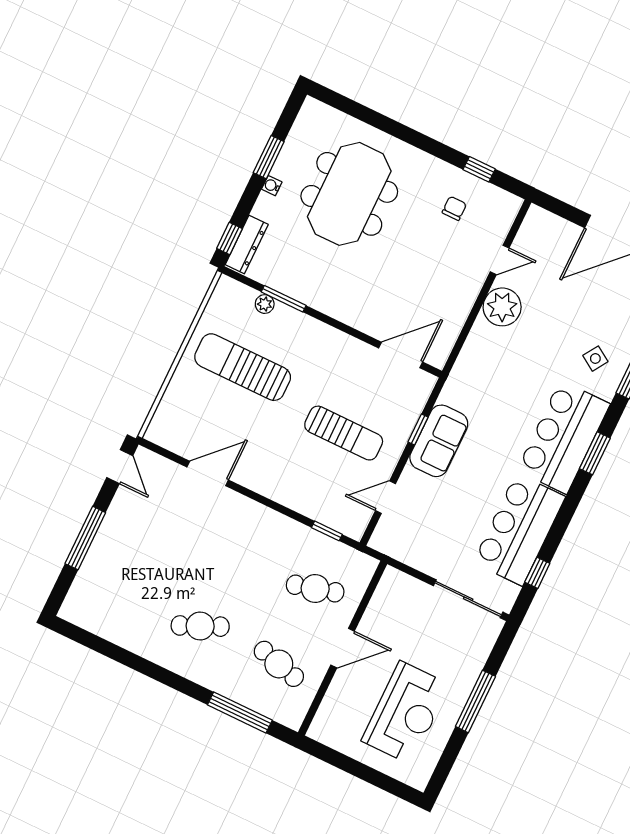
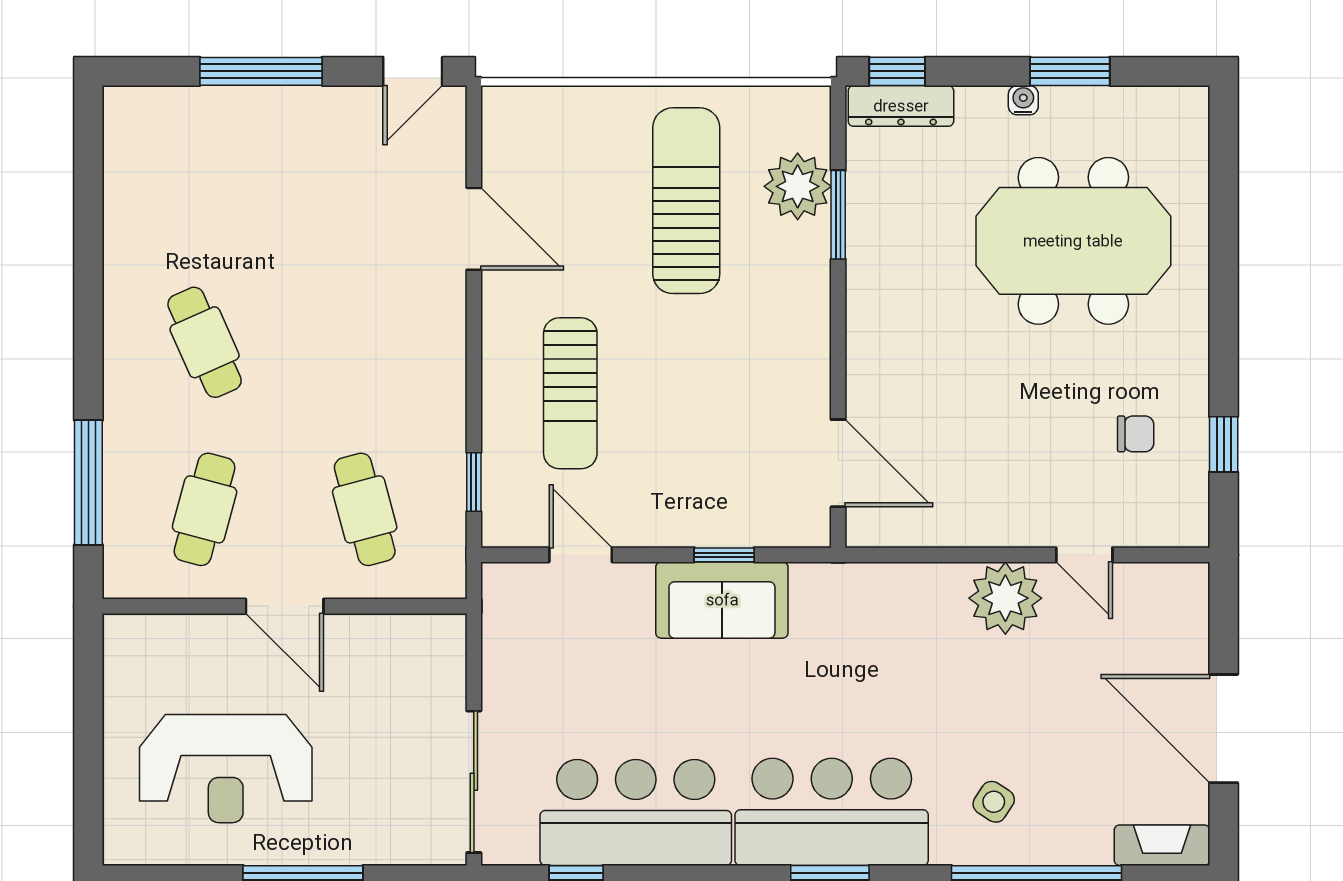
plant: (265, 304) -> (798, 186), width x1.87, depth x1.87
sun lounger: (344, 433) -> (570, 393), moved

